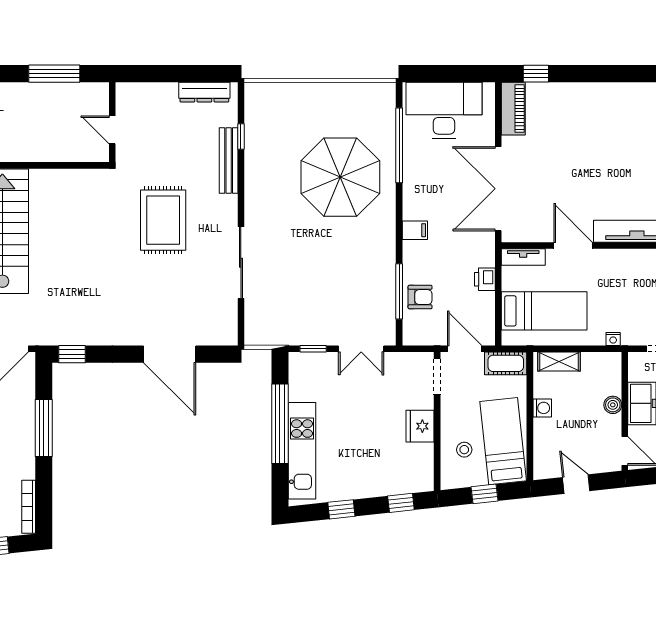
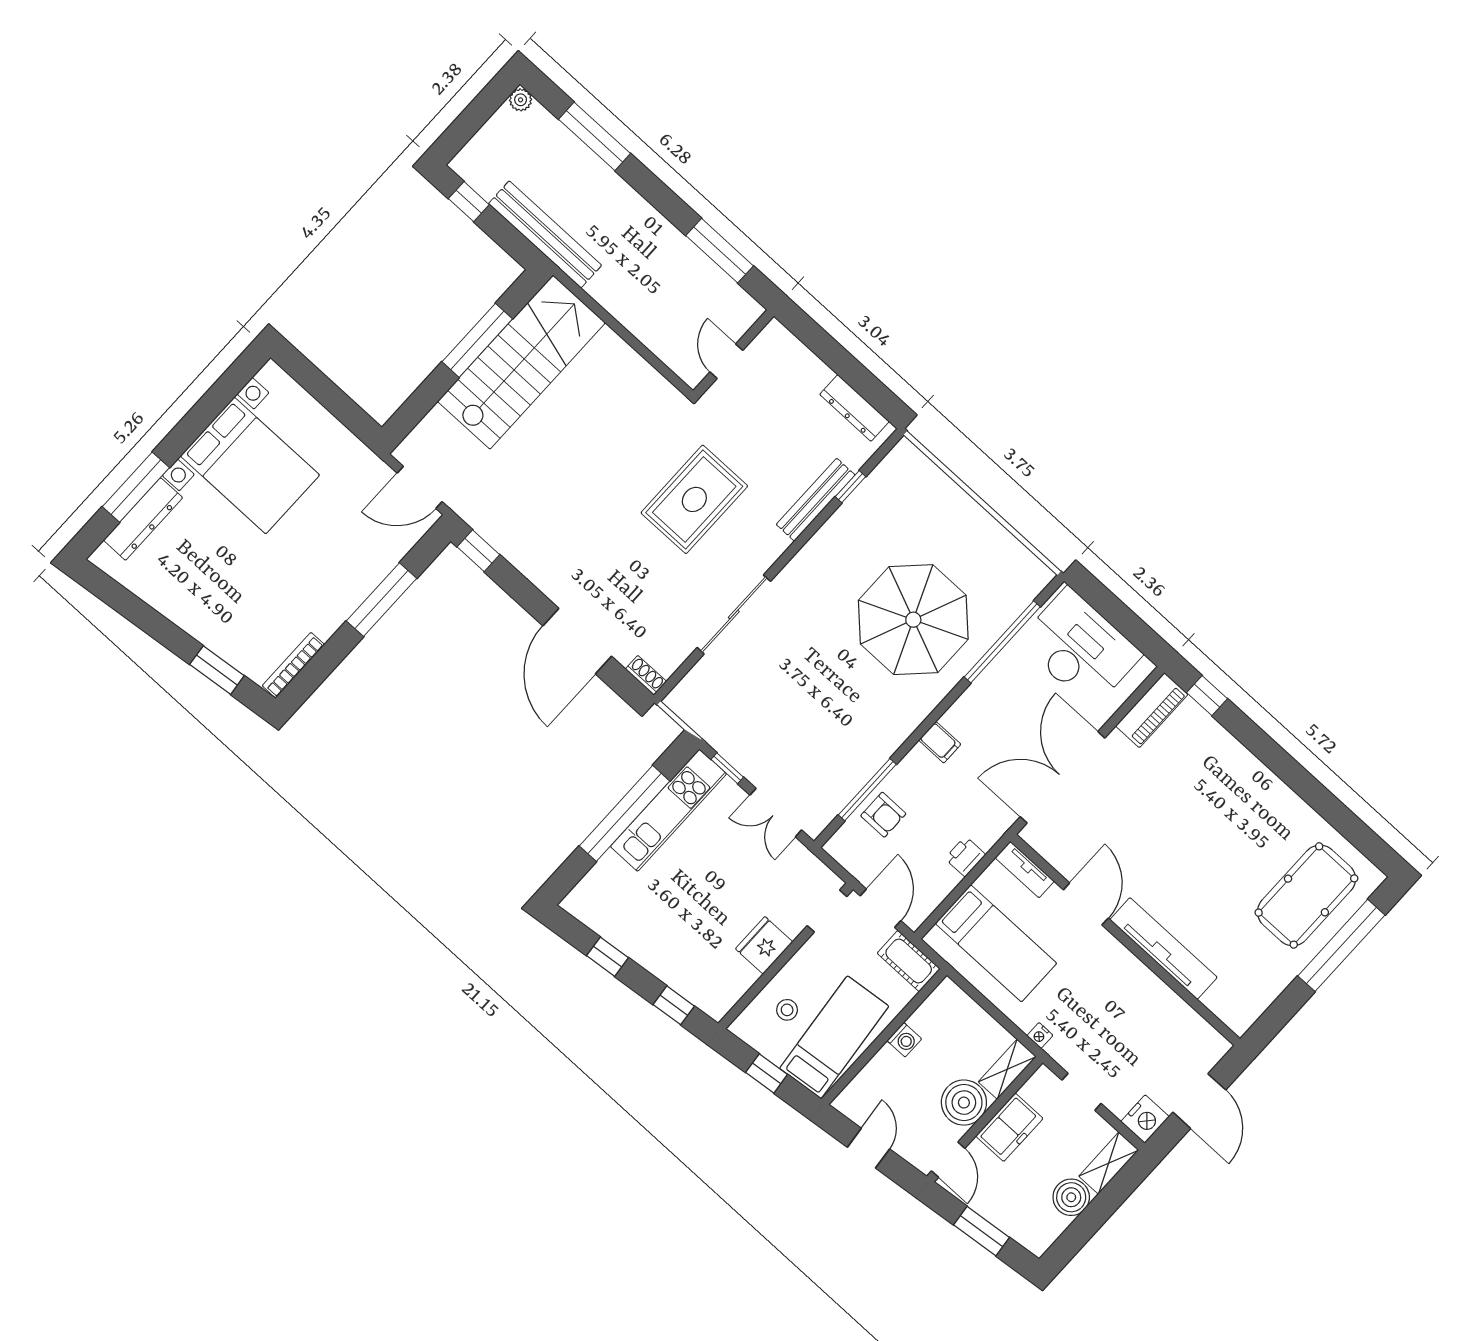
shoe rack: (224, 339) -> (646, 675), added
shelving: (559, 362) -> (1007, 1069), moved, turned 90
boiler: (613, 405) -> (964, 1103), width x1.86, depth x1.86
kitchen unit: (302, 451) -> (668, 810), moved

